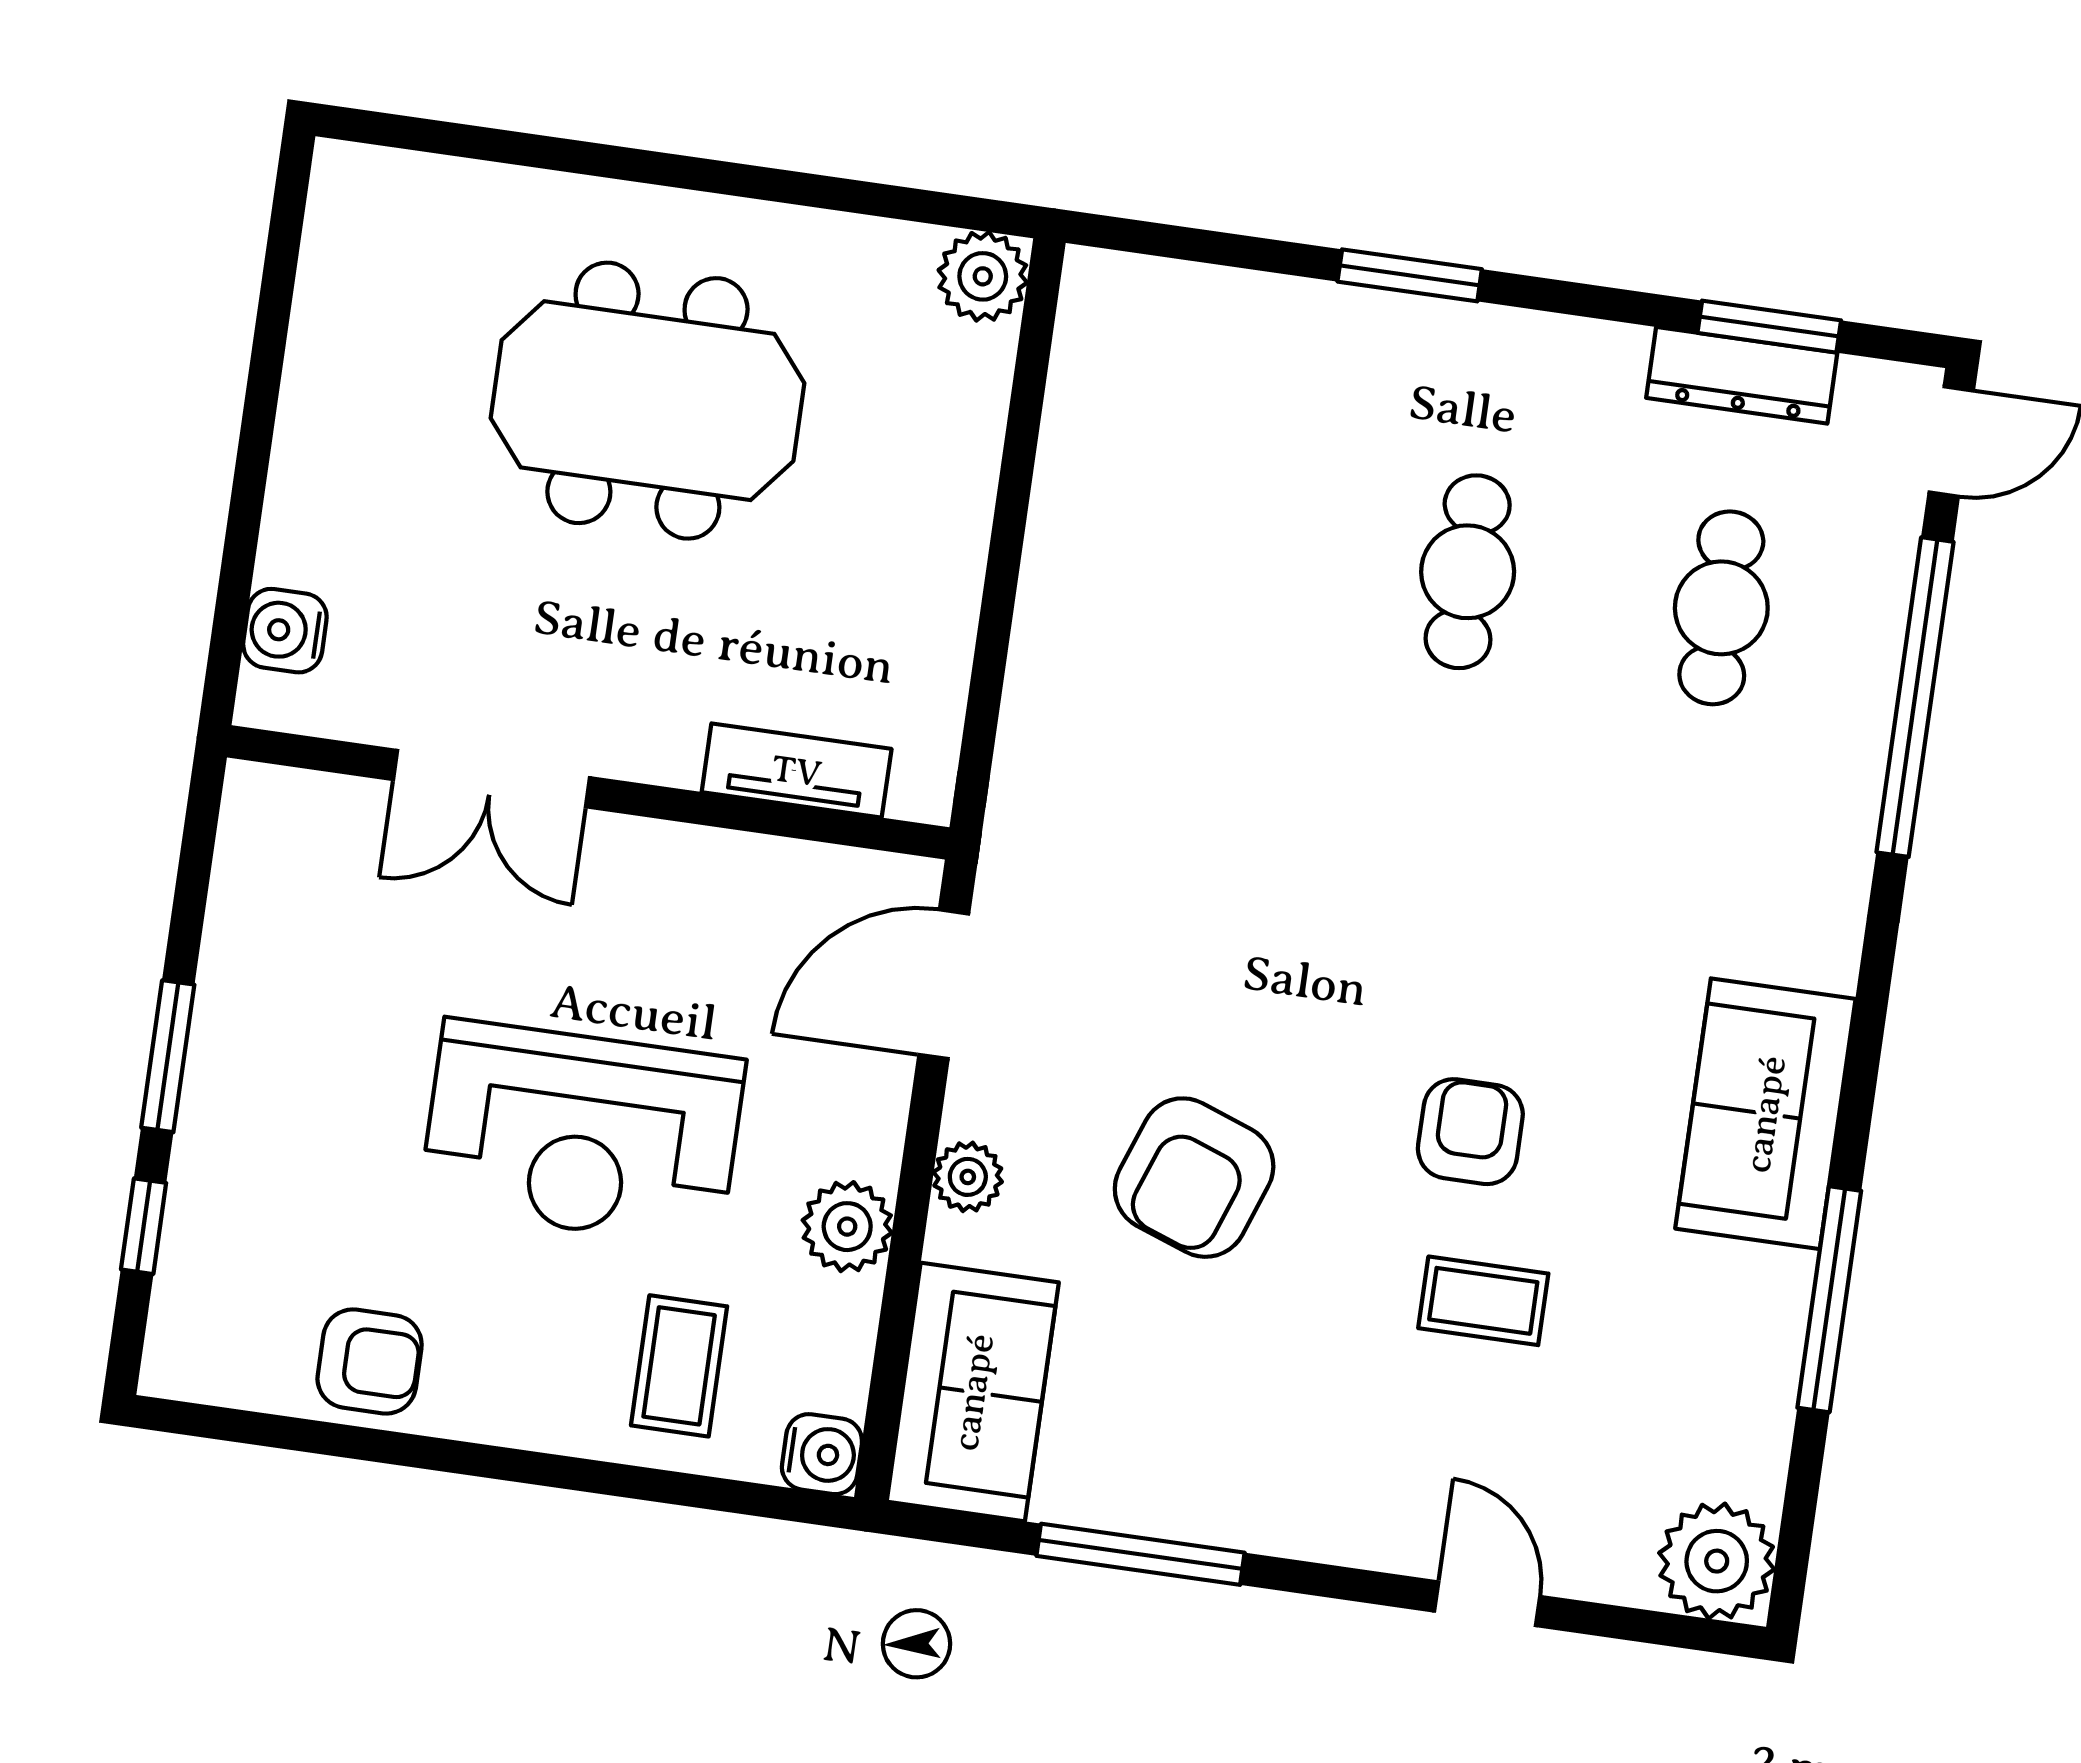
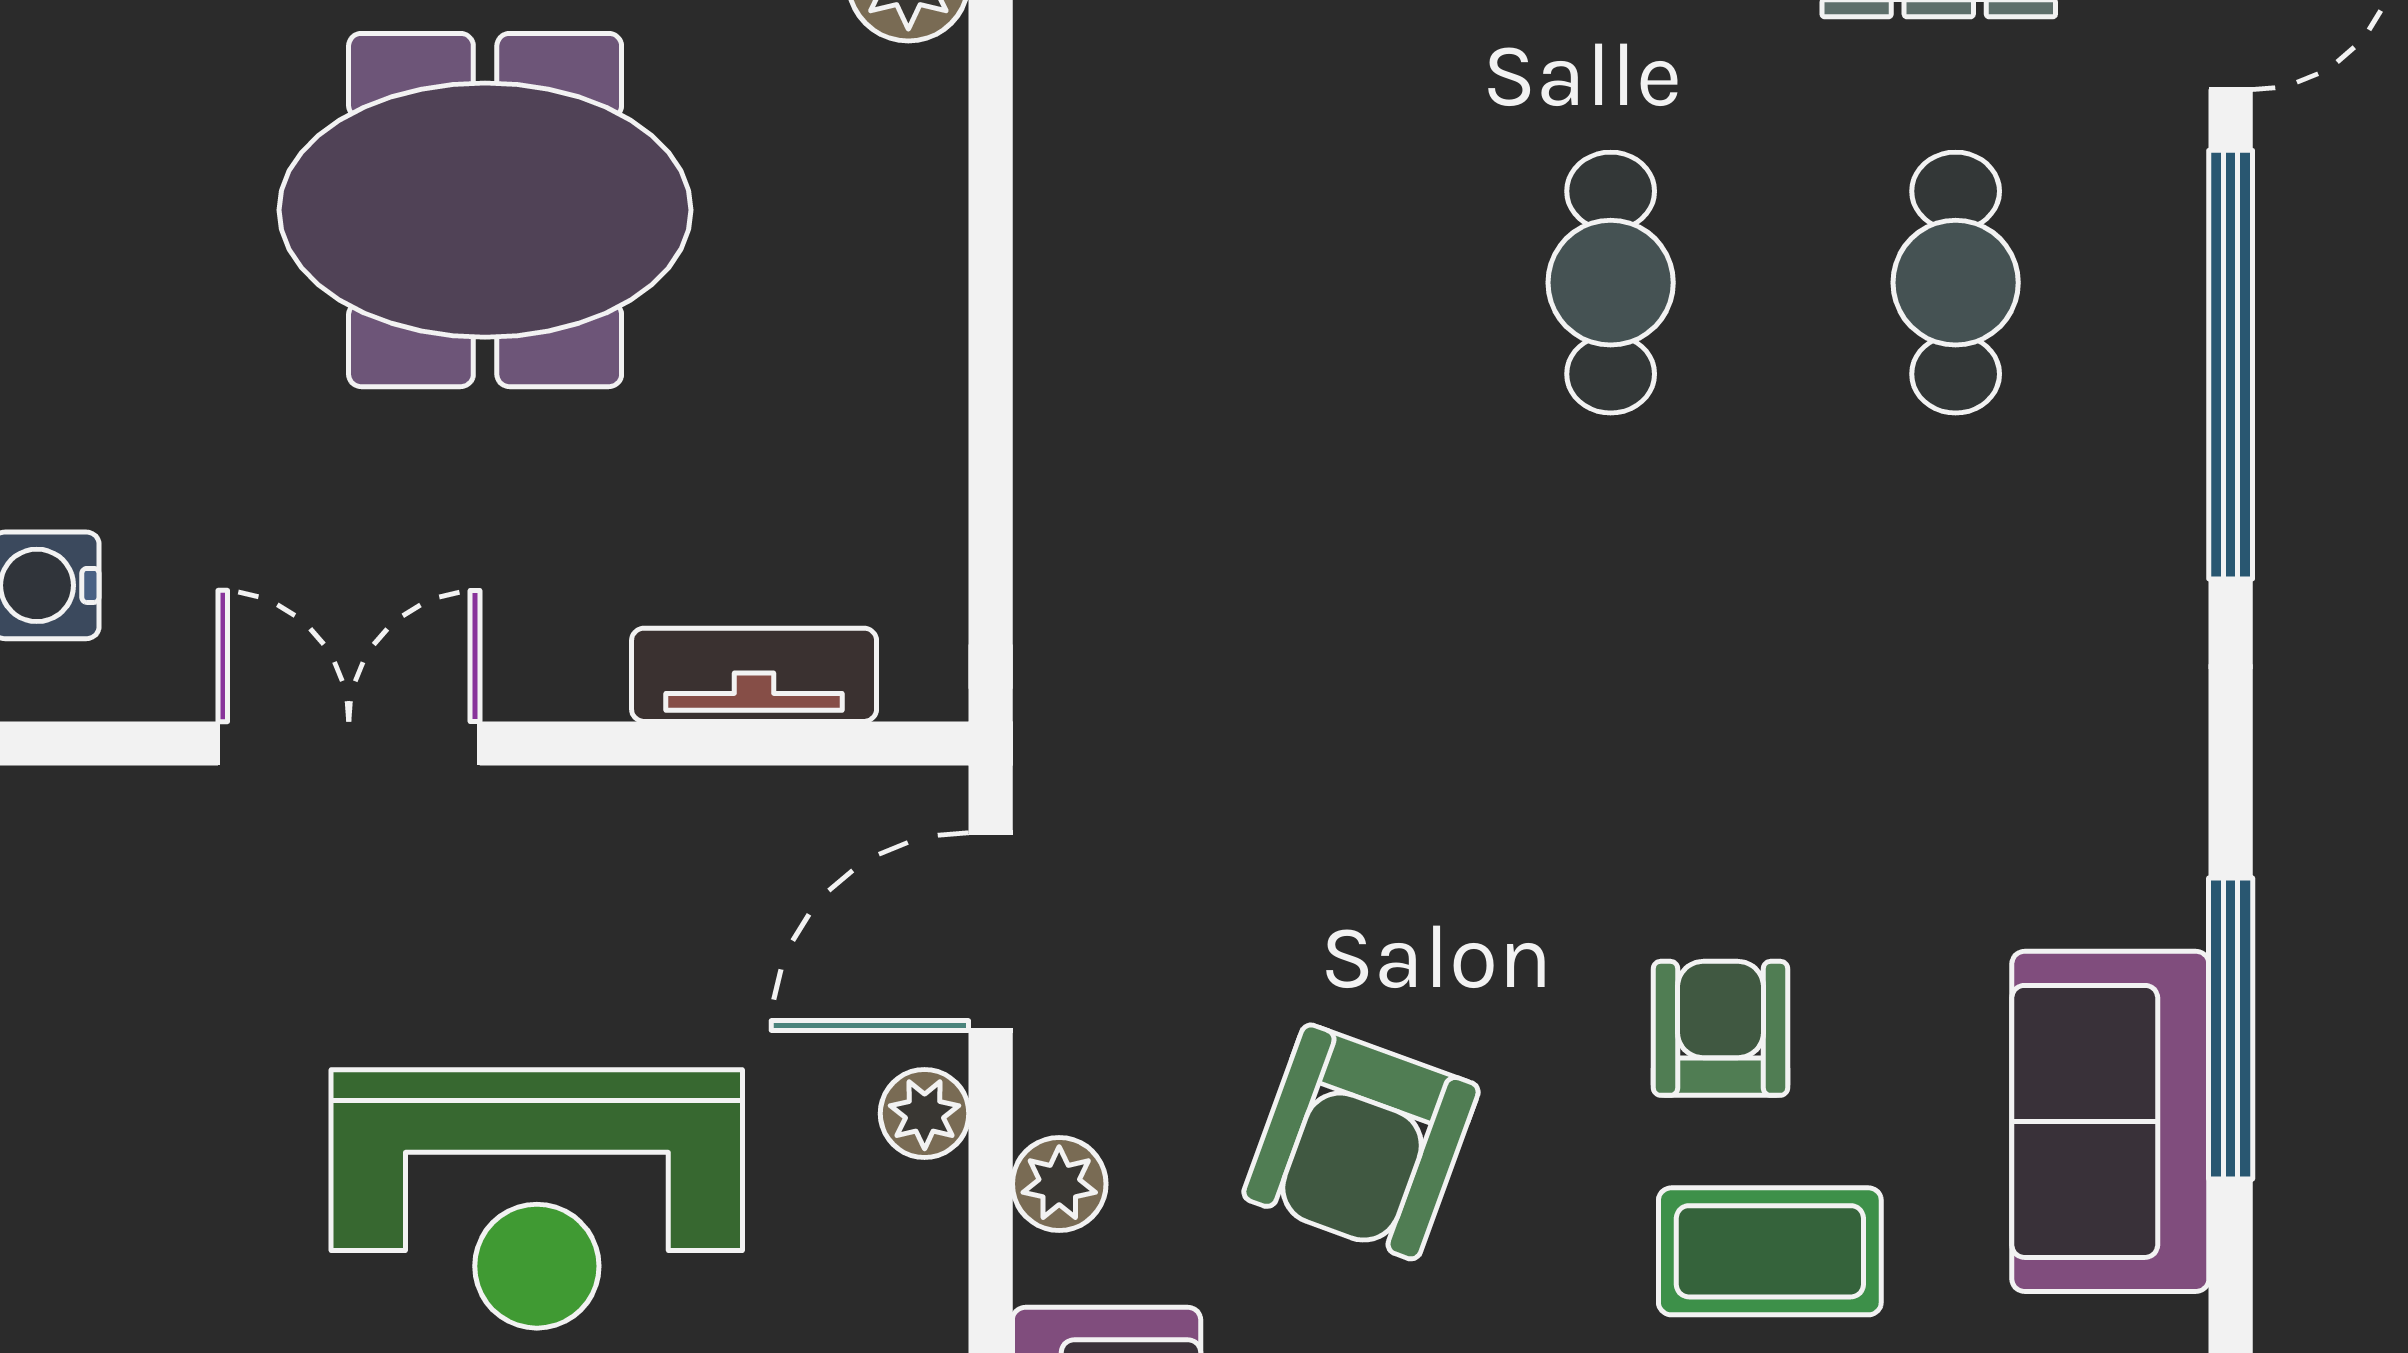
double door: (491, 779) -> (349, 743), swing flipped
sofa: (1765, 1114) -> (2110, 1121), moved
plant: (847, 1227) -> (925, 1114), moved, width x0.73, depth x0.73
window: (1829, 1299) -> (2231, 1028), moved
coffee table: (1483, 1301) -> (1770, 1251), width x1.36, depth x1.30

